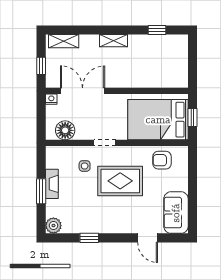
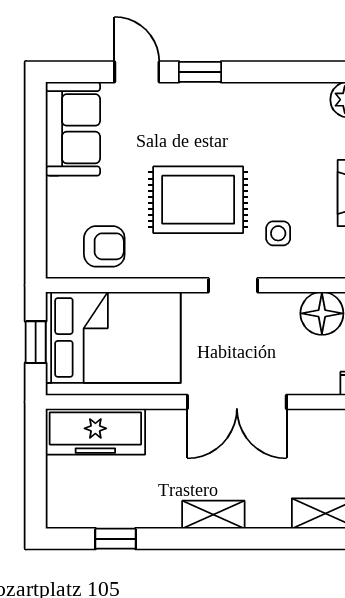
freezer: (166, 78) -> (95, 432), added
double door: (83, 91) -> (237, 402), moved
window: (89, 238) -> (200, 72), moved

